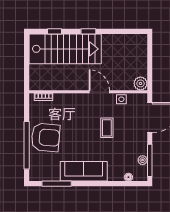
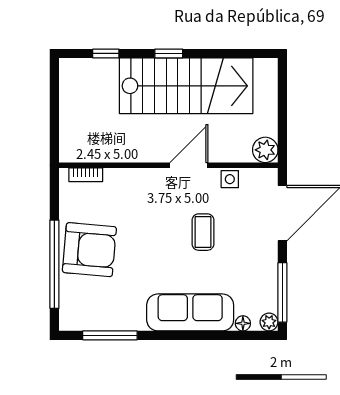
stairs: (65, 49) -> (186, 86), moved
door: (99, 92) -> (189, 165), hinge flipped
plant: (143, 160) -> (269, 322), moved
sofa: (84, 171) -> (190, 312), moved

